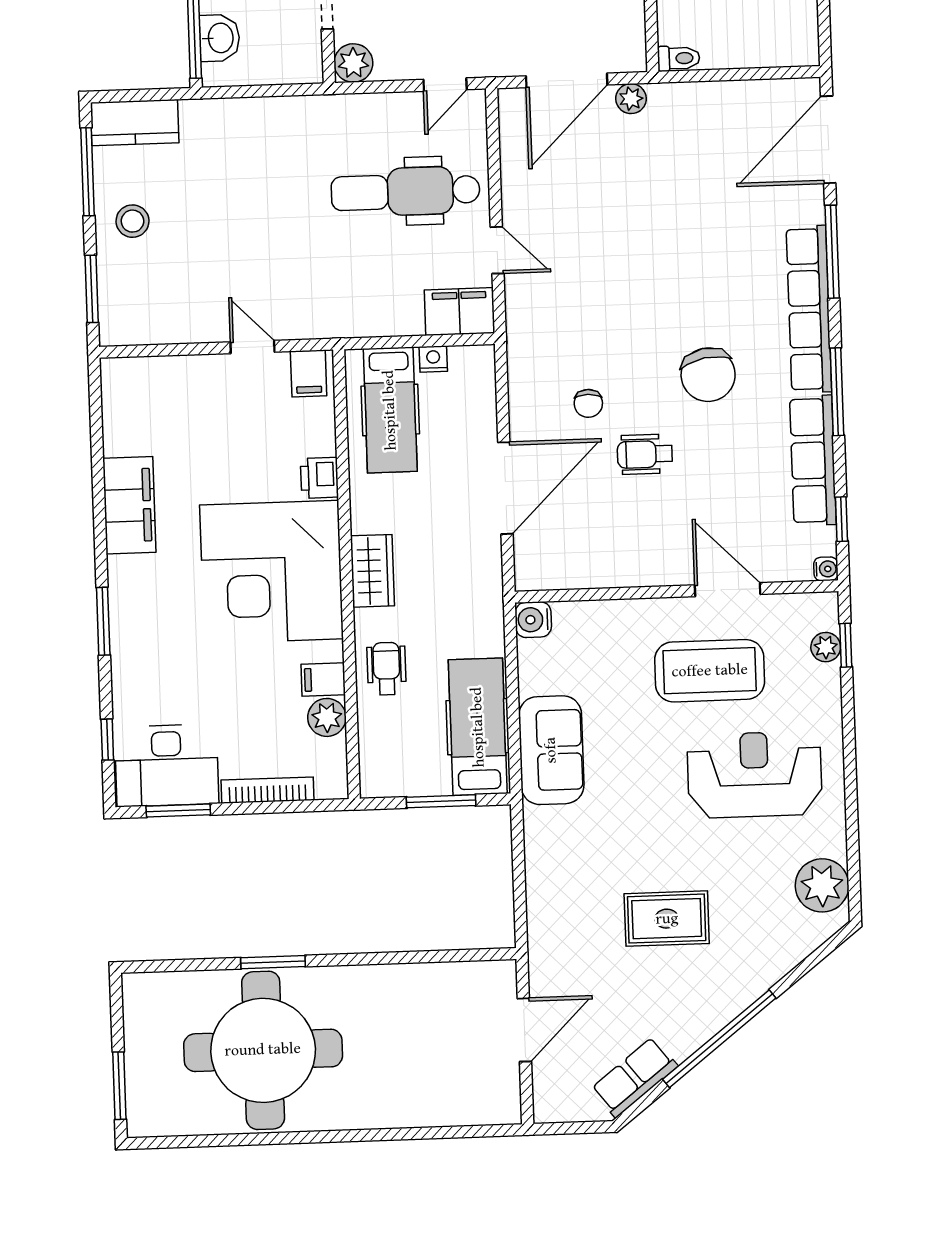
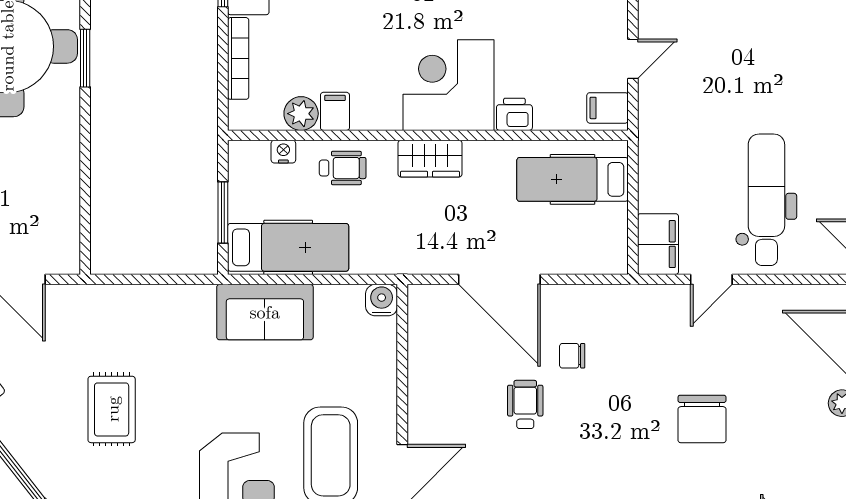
nightstand: (433, 359) -> (283, 152), moved, turned -90
chair: (708, 375) -> (702, 419), moved, turned -80
corner desk: (272, 572) -> (449, 85), width x0.74, depth x0.74

